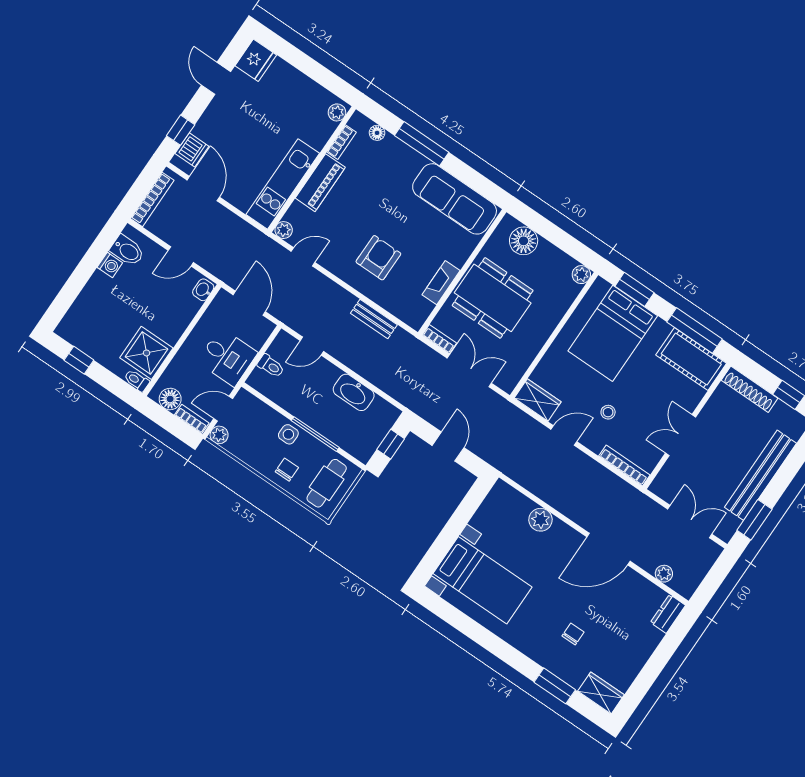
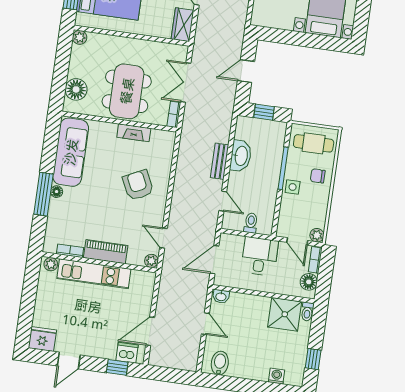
floor lamp: (377, 133) -> (57, 192), moved
kitchen unit: (283, 184) -> (94, 274), moved
bookcase: (152, 199) -> (175, 363), removed
armchair: (378, 258) -> (138, 185), turned 64
washing machine: (110, 265) -> (277, 376), moved
bench: (374, 319) -> (220, 161), moved

